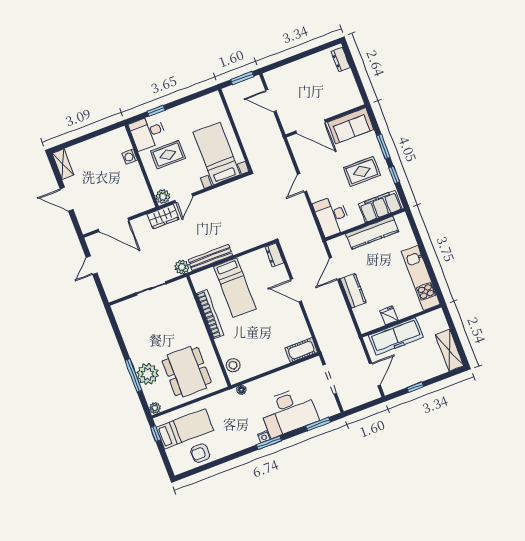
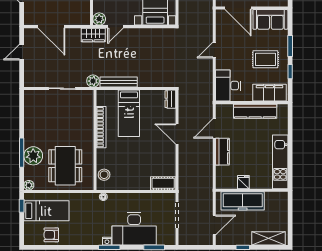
shelving: (449, 350) -> (269, 238), moved, turned 90

